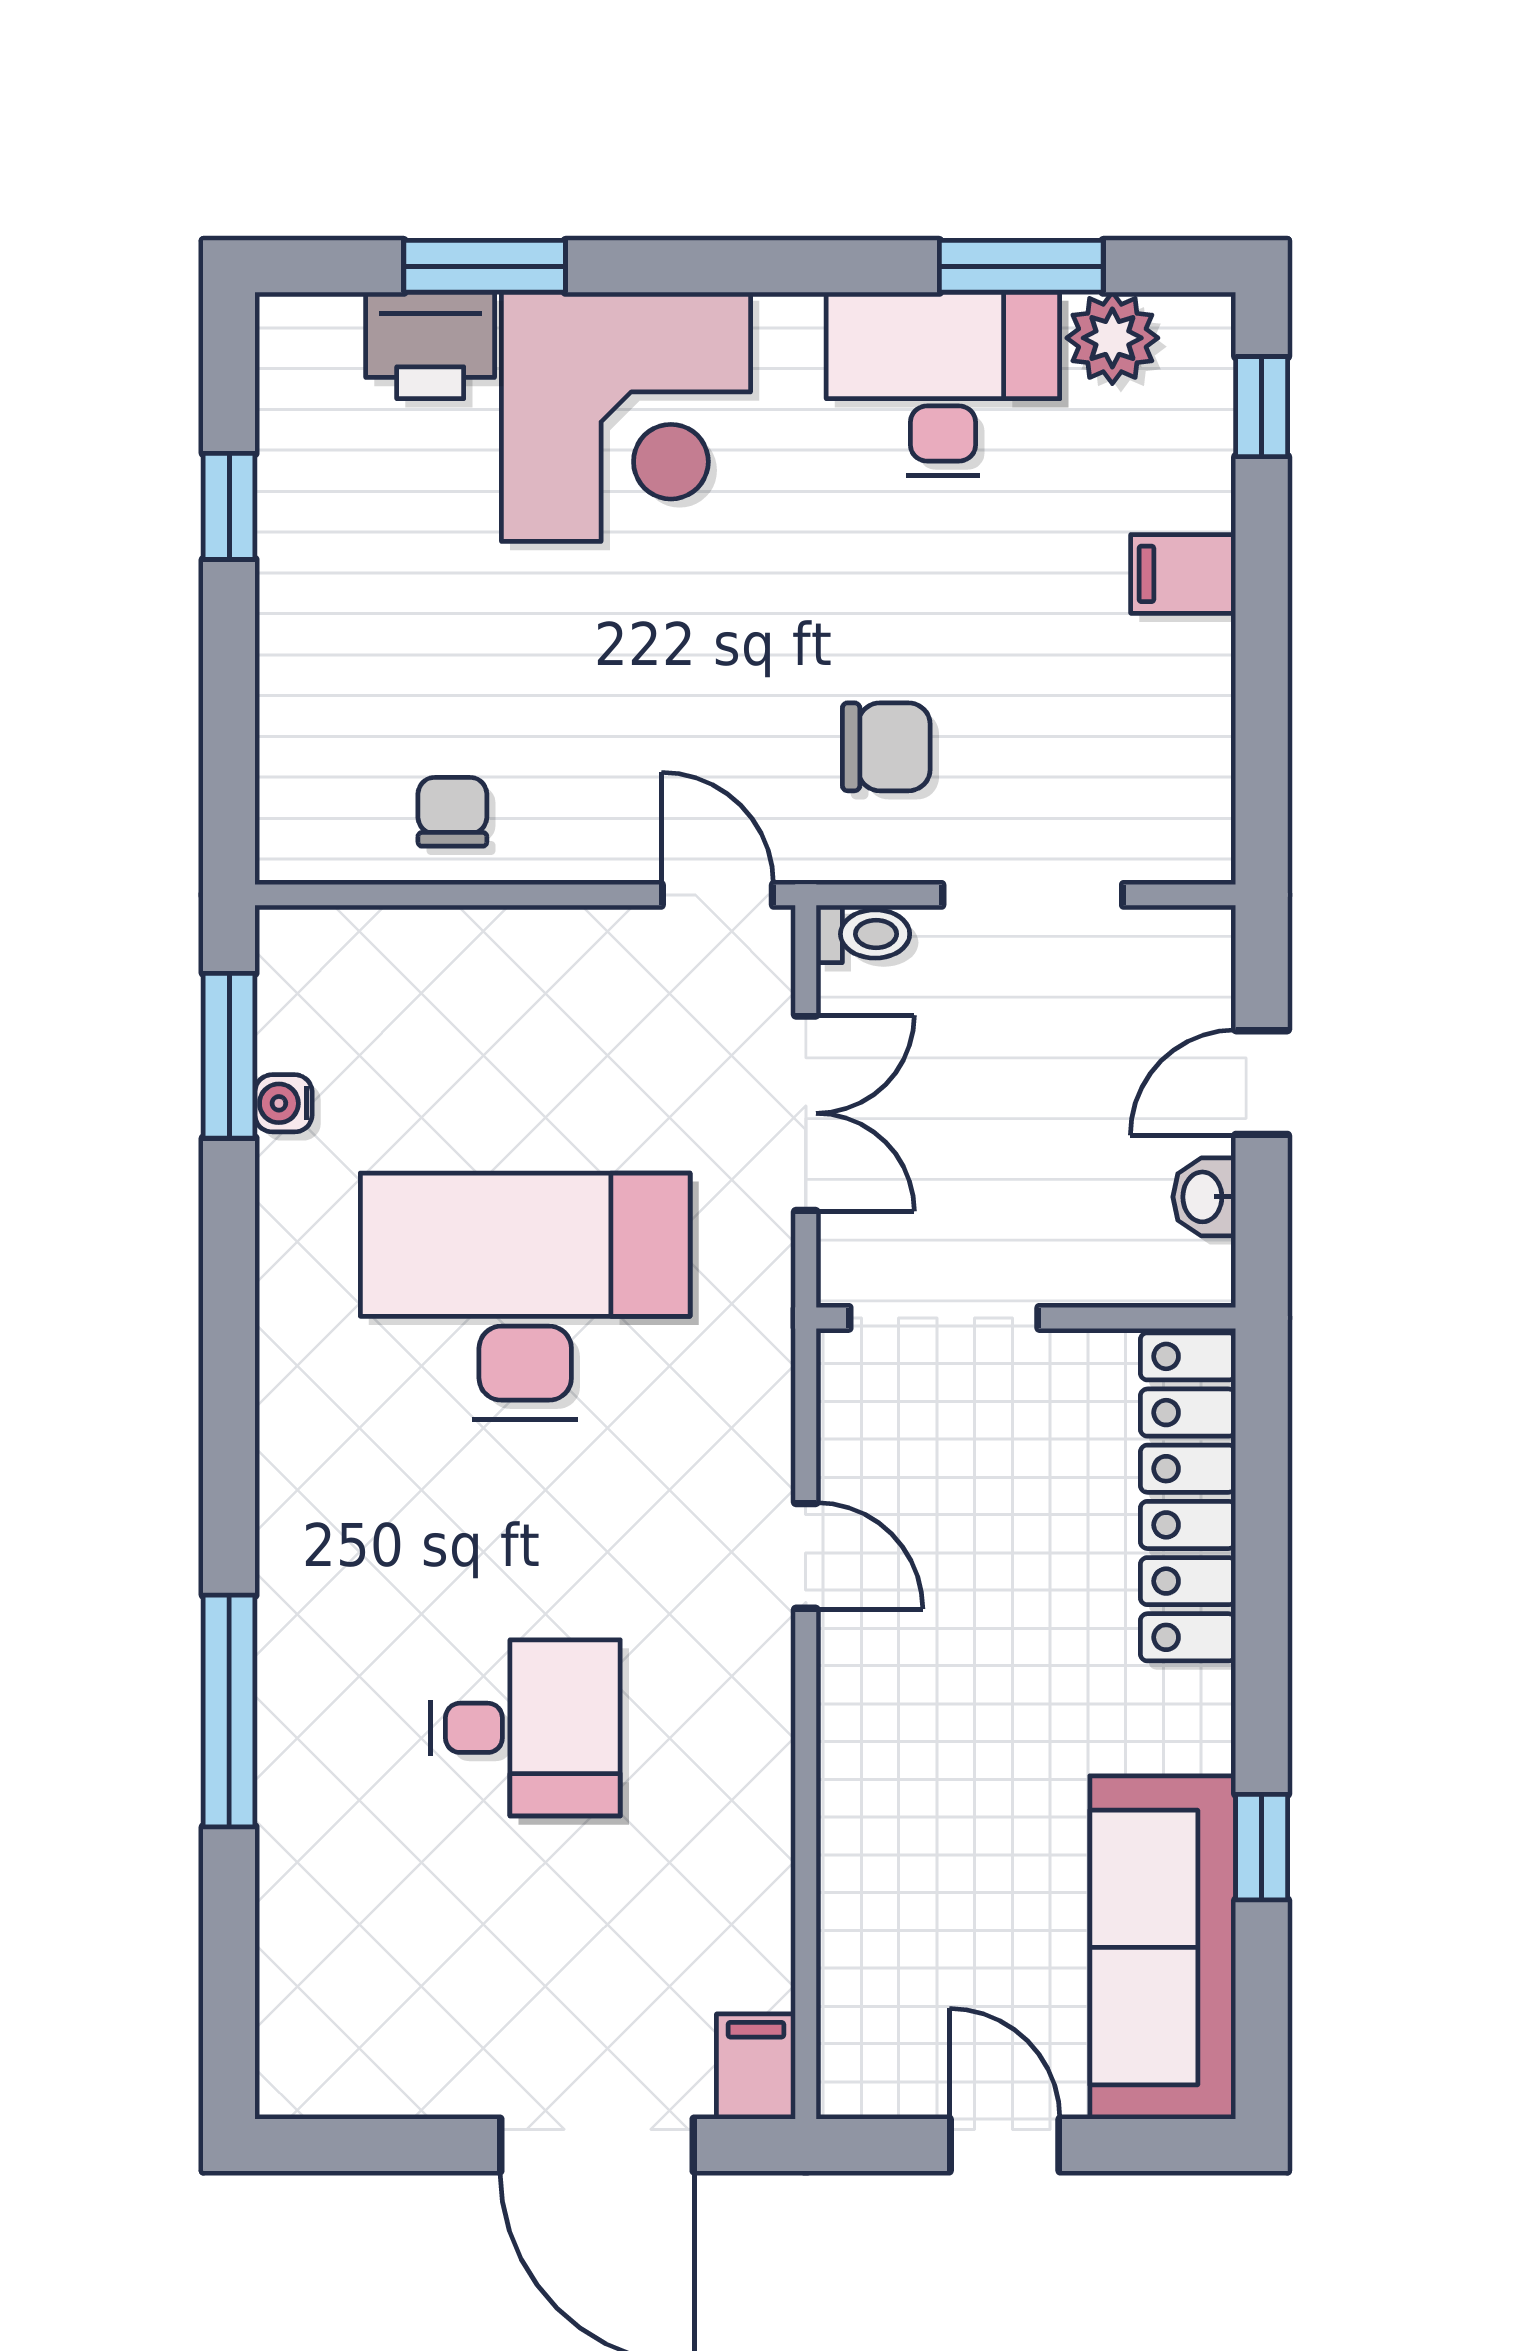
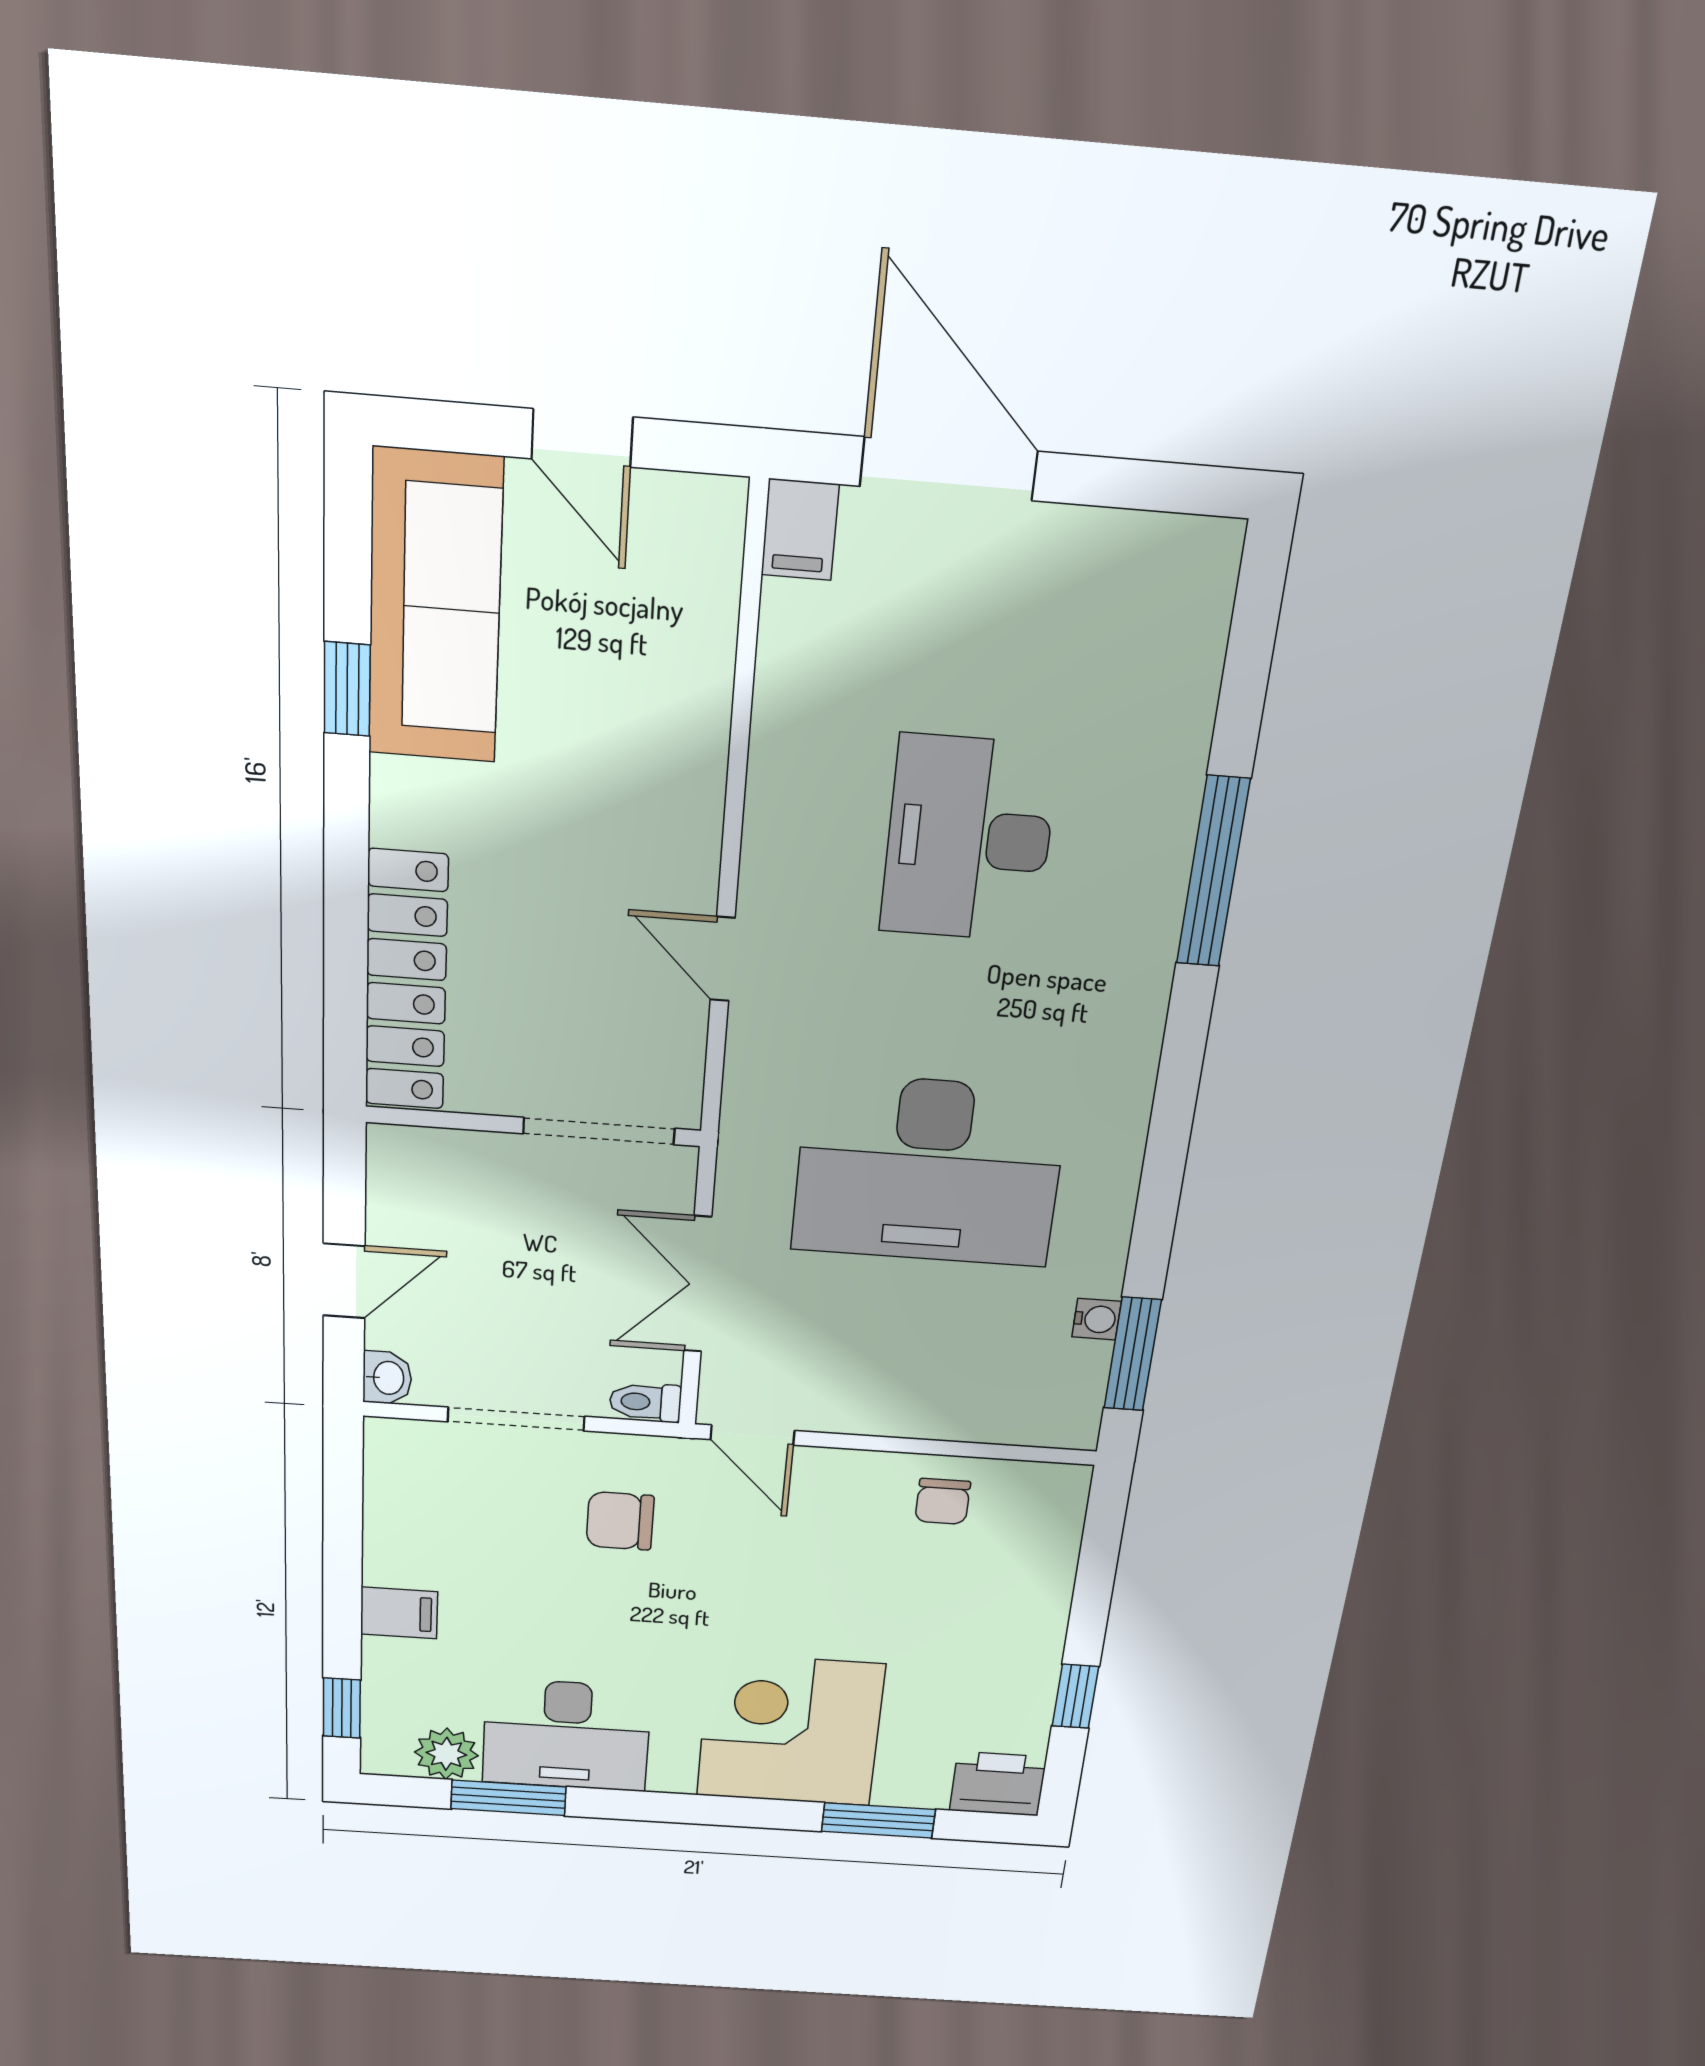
printer: (430, 345) -> (998, 1784), moved
washbasin: (1204, 1197) -> (387, 1378), moved
desk: (525, 1728) -> (969, 839), width x1.37

